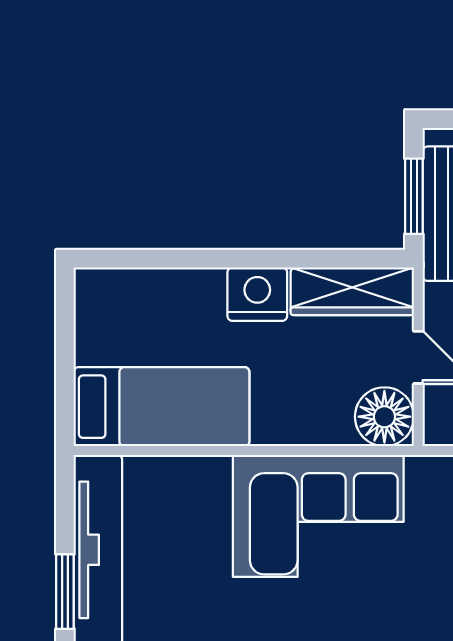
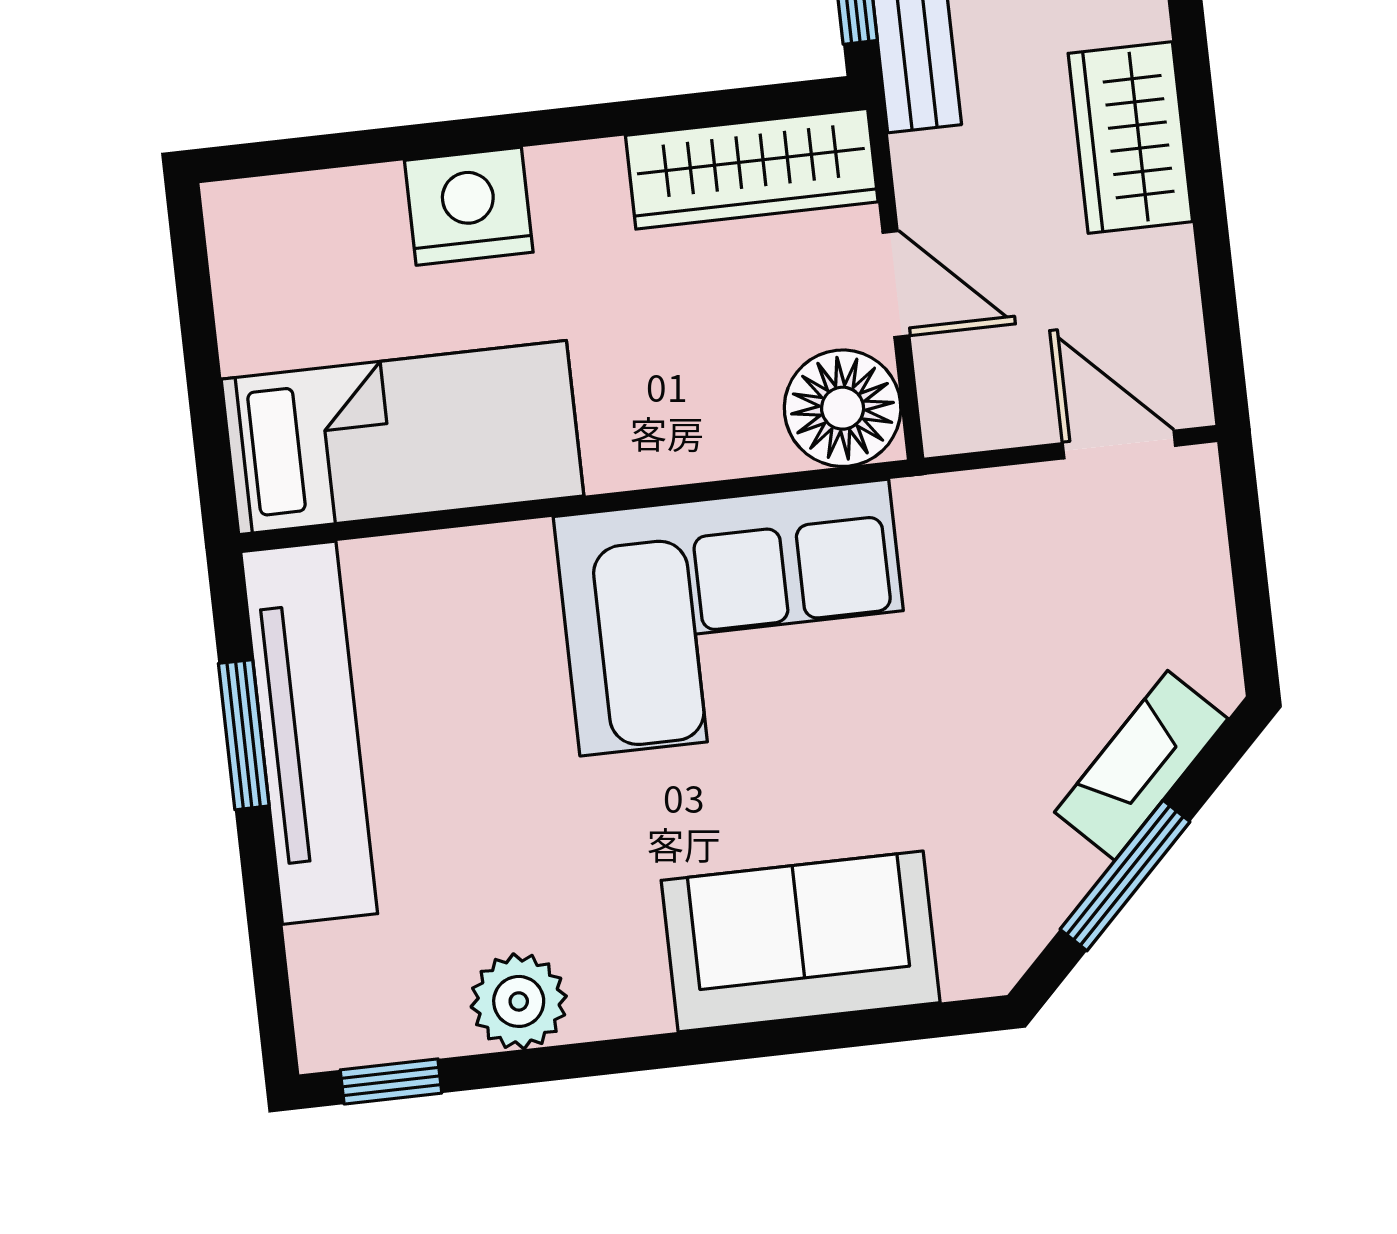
nightstand: (257, 294) -> (469, 206), moved
window: (65, 592) -> (244, 735), moved

